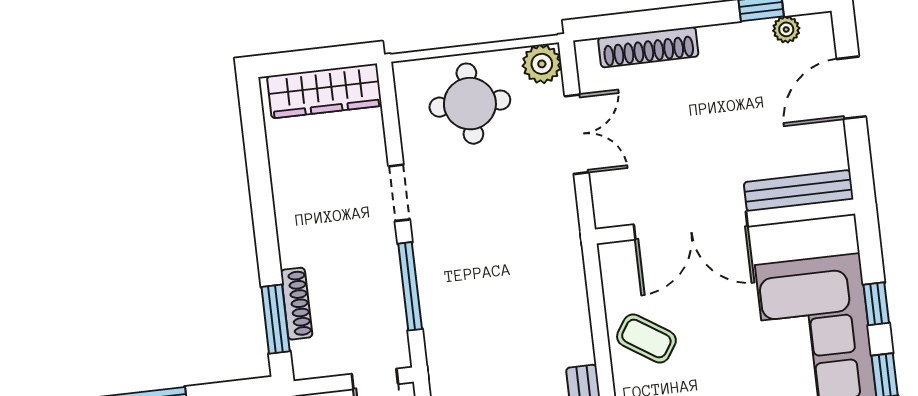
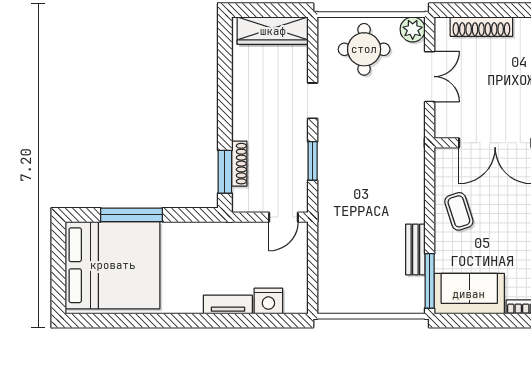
window: (410, 286) -> (313, 161), width x0.69
coffee table: (646, 338) -> (459, 211), turned 39

